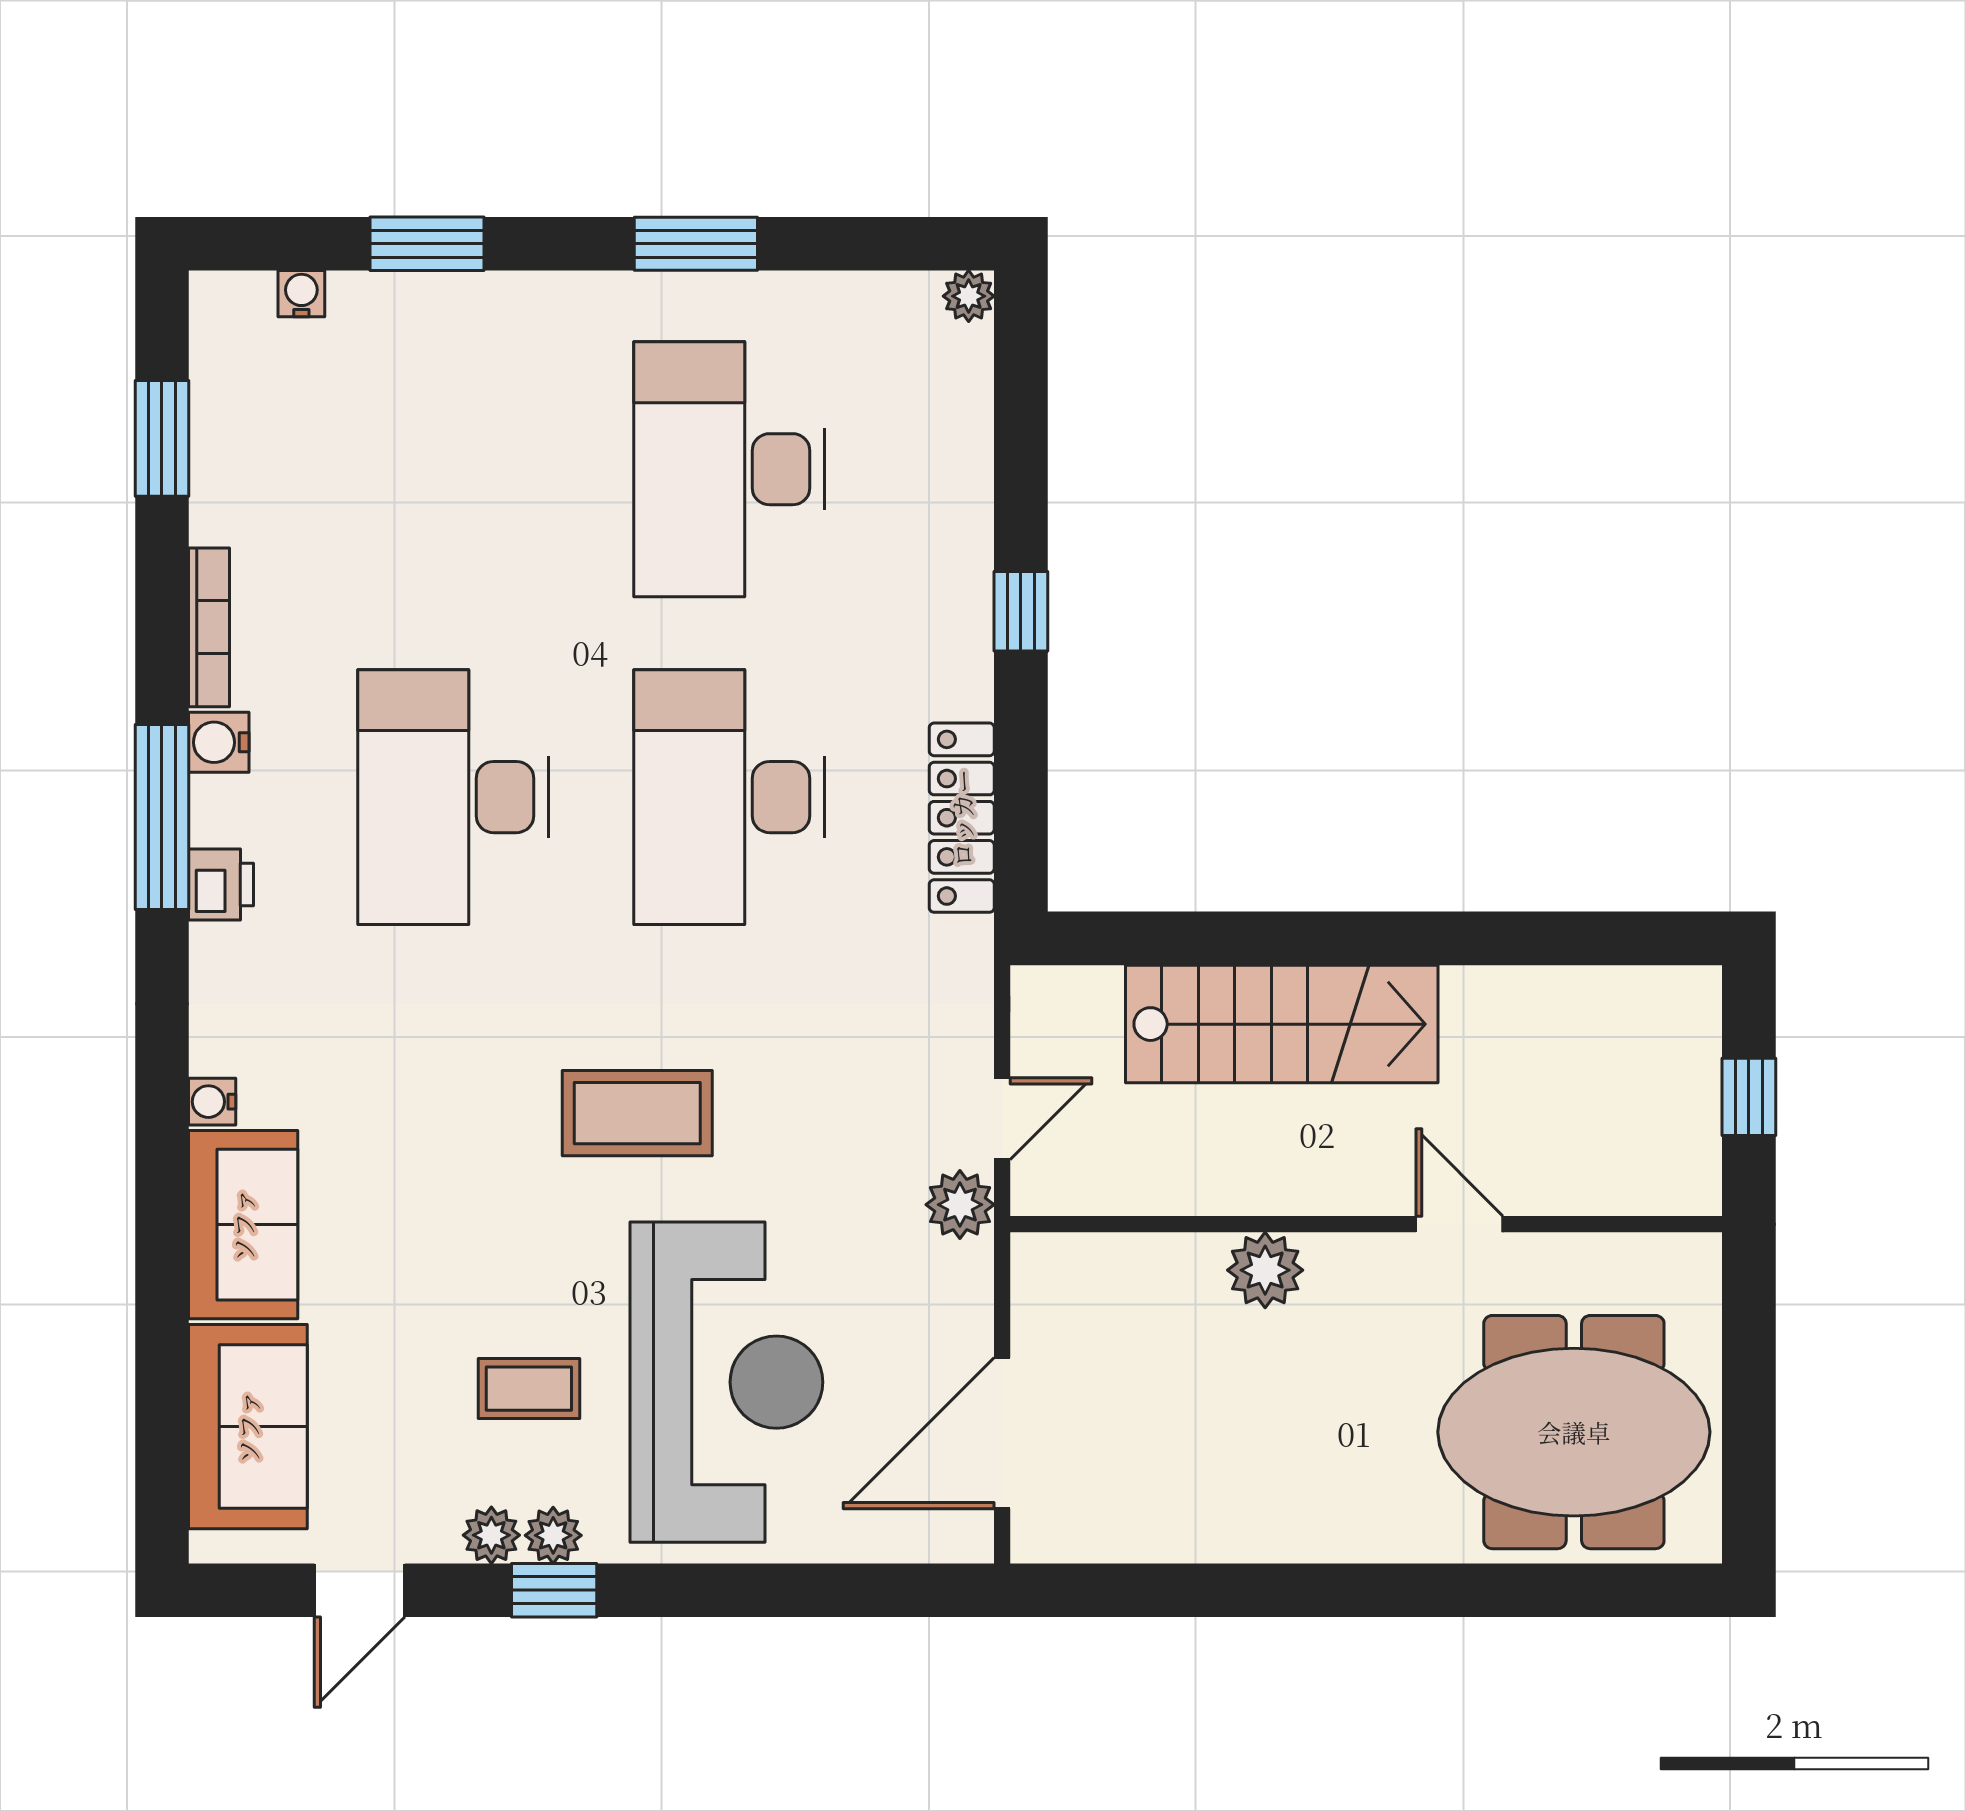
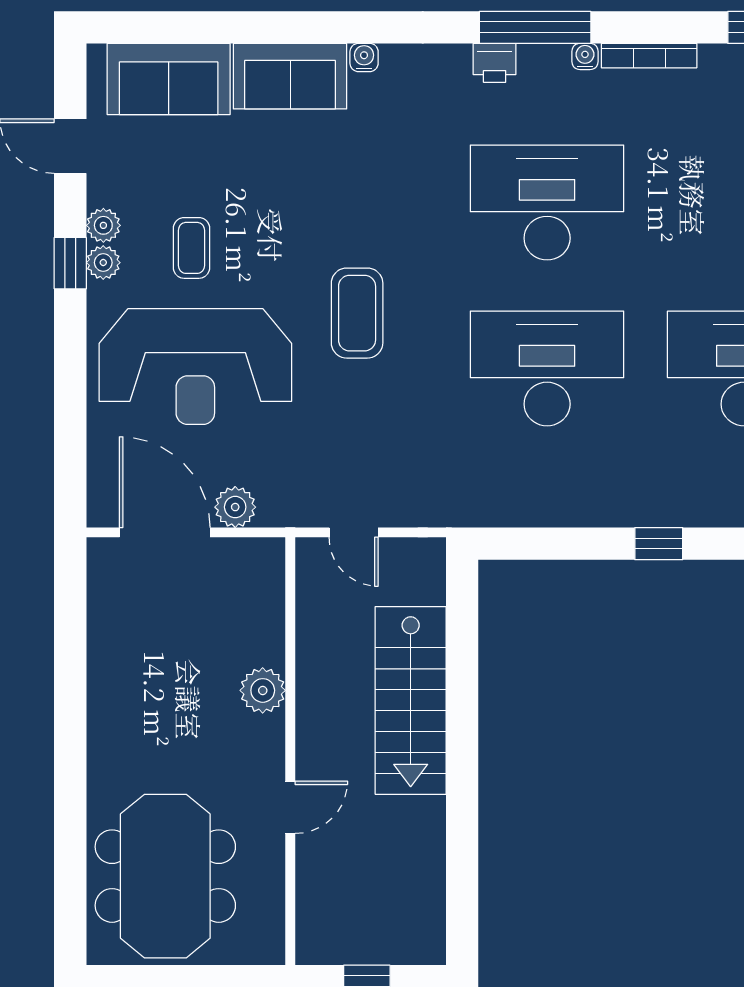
water cooler: (219, 742) -> (585, 56), width x0.72, depth x0.72
locker: (962, 818) -> (535, 508), removed
plant: (960, 1205) -> (235, 507), moved

